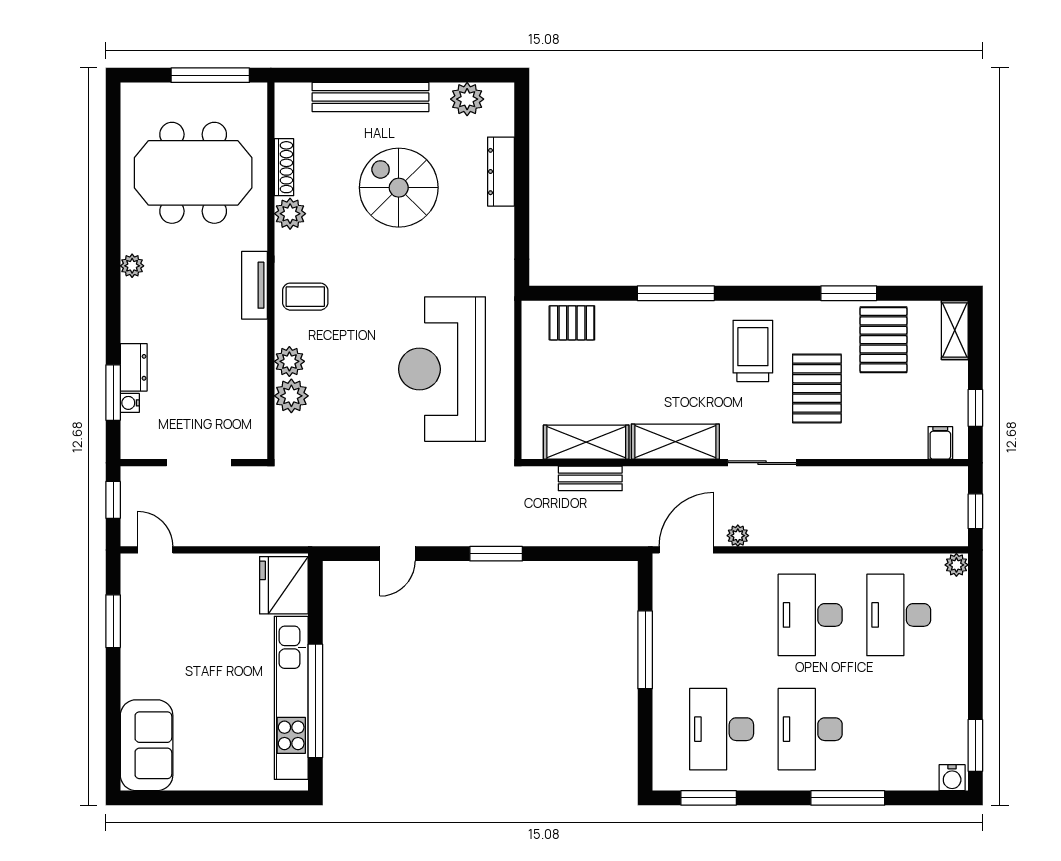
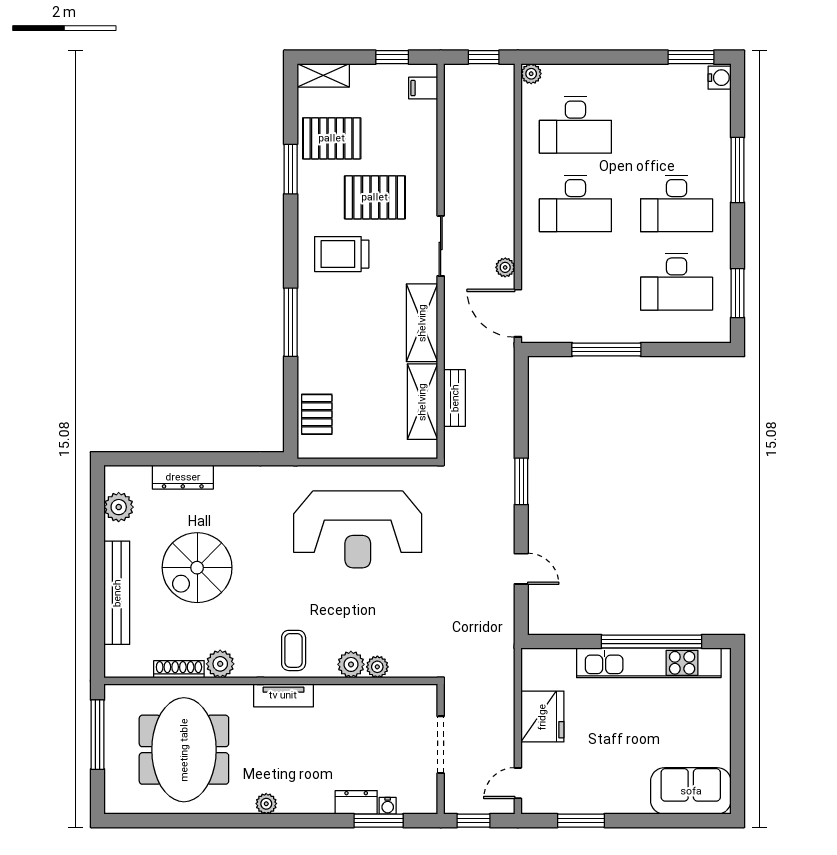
plant: (291, 396) -> (377, 667), width x0.73, depth x0.73
fridge: (284, 585) -> (542, 717), moved, turned -90

